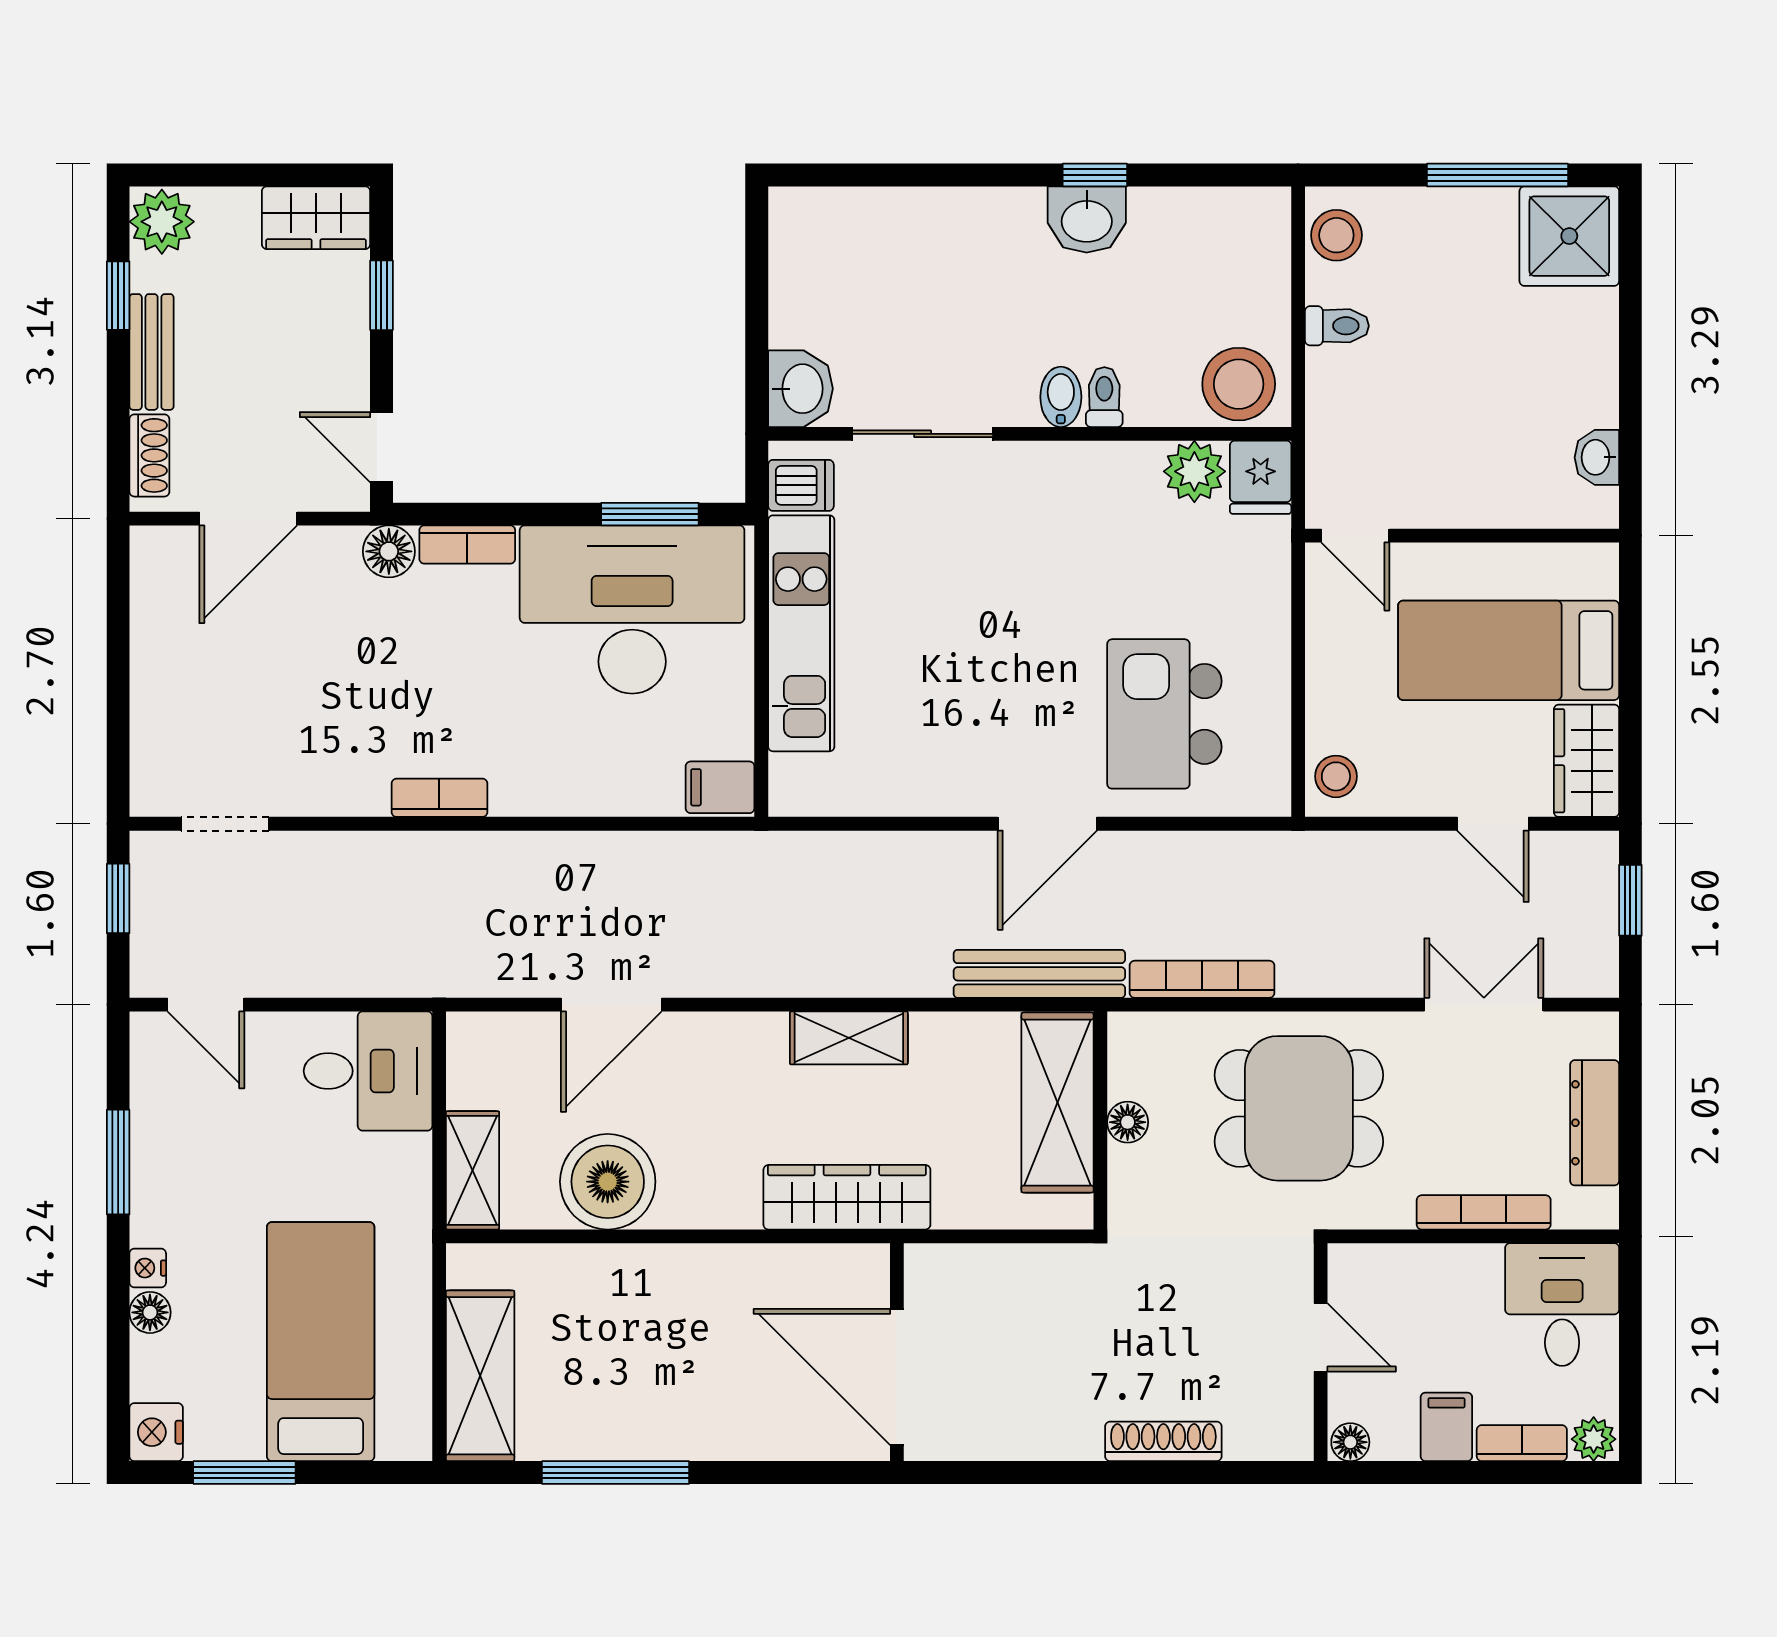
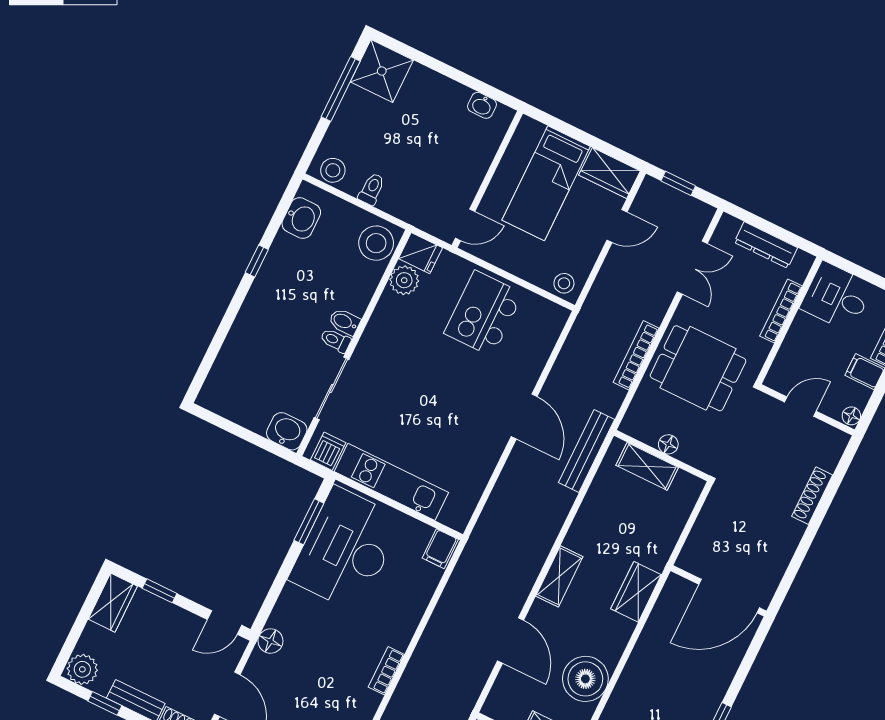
washbasin: (1087, 219) -> (301, 218), moved
toilet: (1104, 397) -> (336, 340), moved
bookcase: (467, 545) -> (284, 606), removed
kitchen island: (1164, 714) -> (483, 313), moved, turned 90
bookcase: (1202, 979) -> (636, 355), moved
double door: (1484, 1005) -> (692, 268), swing flipped
shelving: (849, 1038) -> (559, 576), moved
shelving: (1057, 1103) -> (647, 466), width x0.67, depth x0.75
dining table: (1299, 1108) -> (698, 368), turned 90
wardrobe: (847, 1197) -> (636, 592), width x0.67

